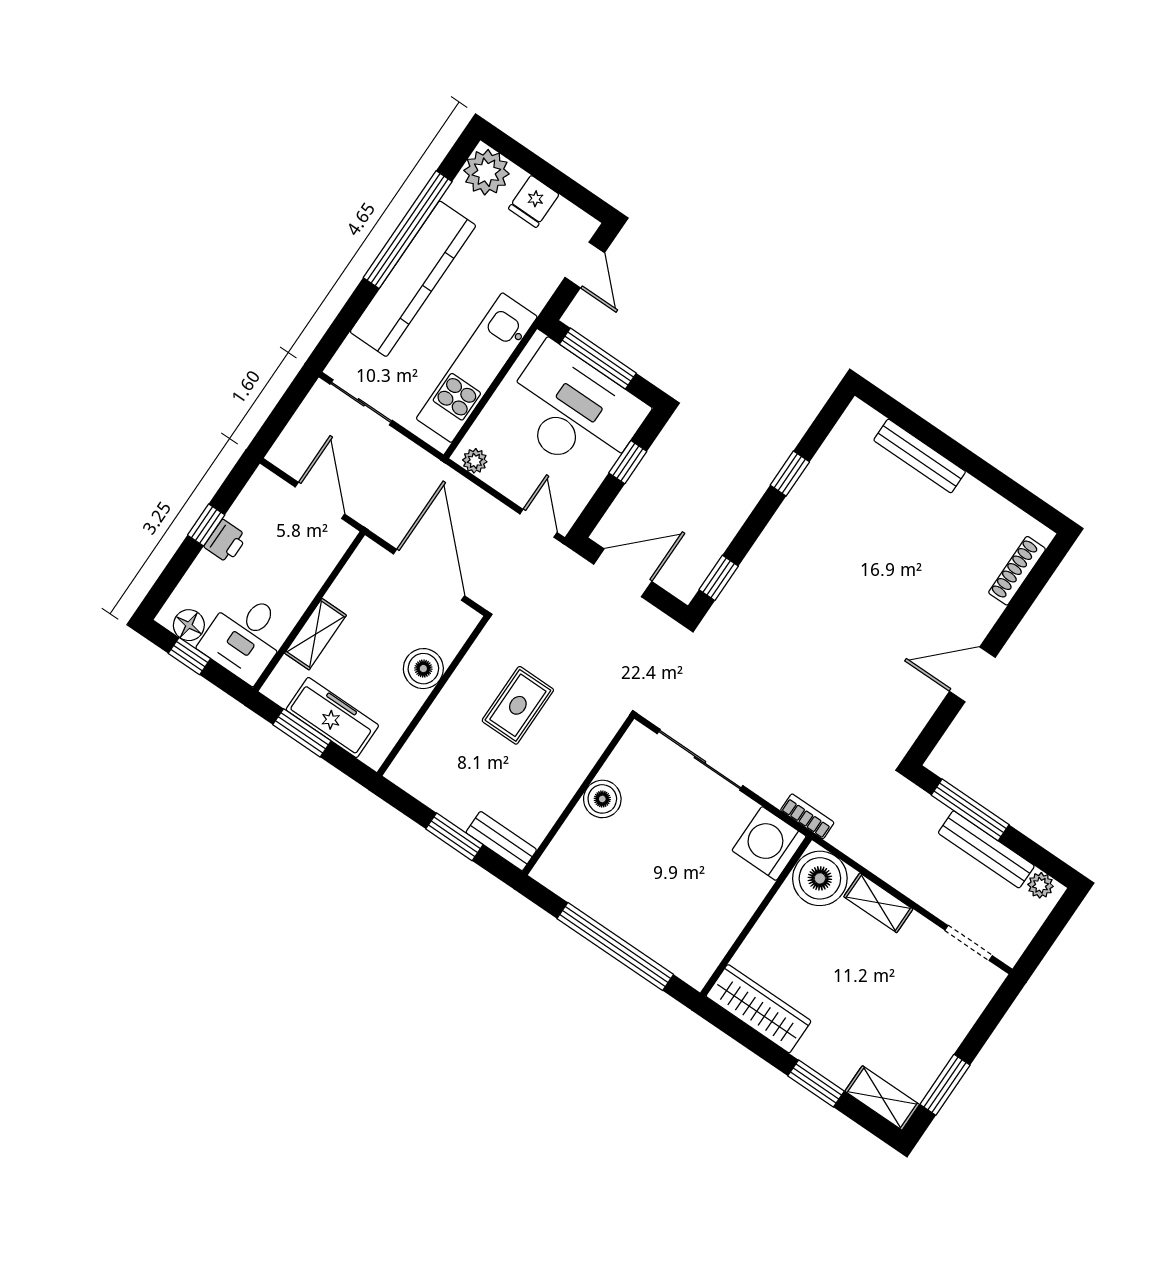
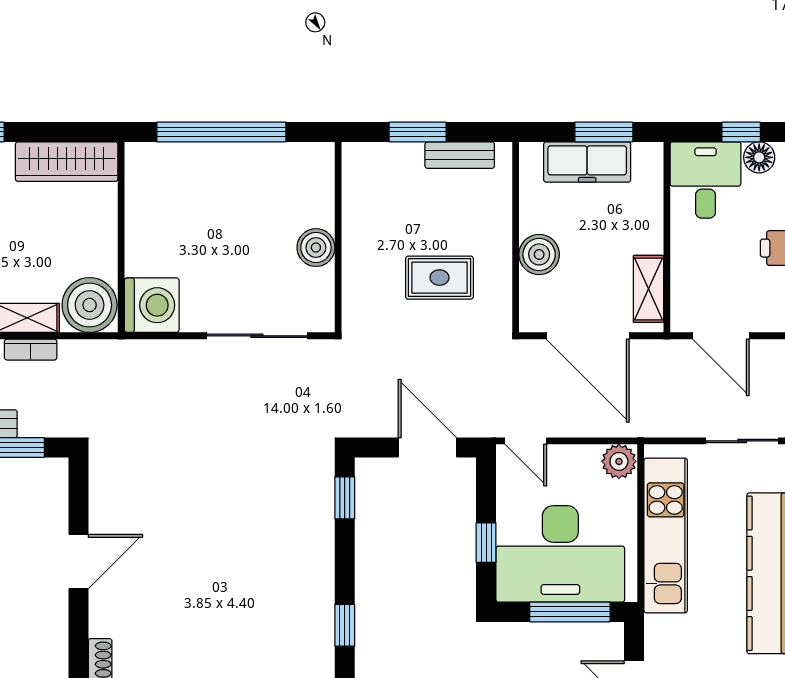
plant: (475, 461) -> (619, 461), width x1.38, depth x1.38
door: (623, 573) -> (427, 448), swing flipped
shelving: (315, 634) -> (649, 289), moved
rug: (518, 705) -> (440, 278), turned 90
bookcase: (807, 816) -> (31, 350), moved
bench: (501, 841) -> (460, 155), moved

